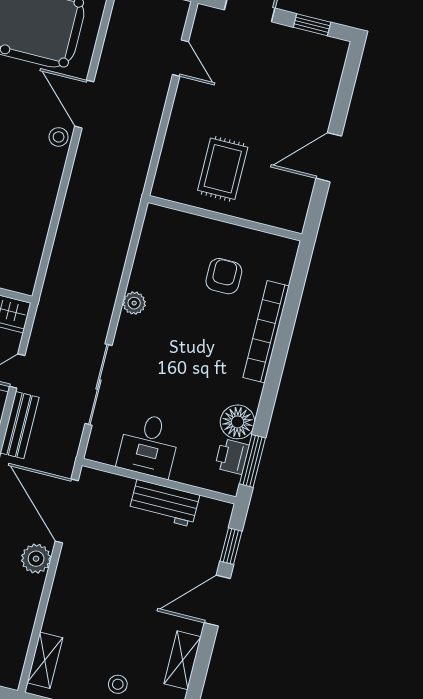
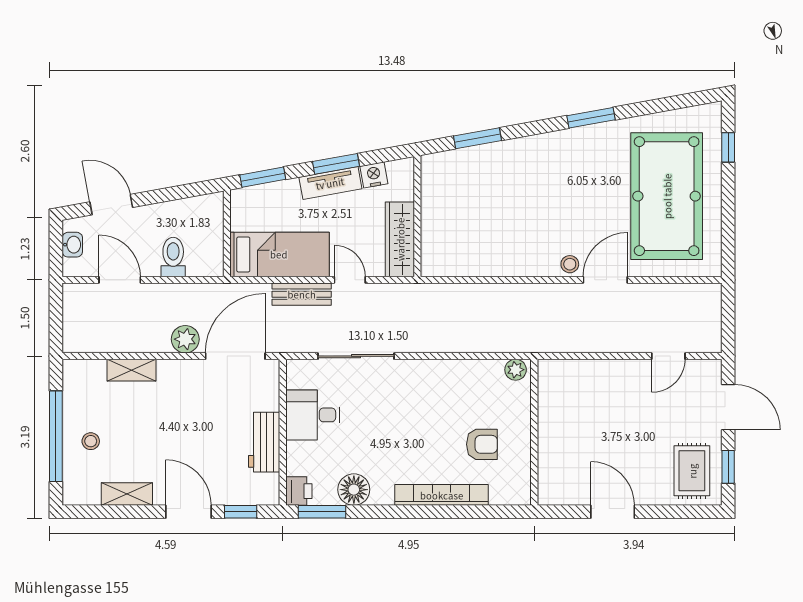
rug: (223, 169) -> (692, 471), moved, turned 90
plant: (134, 303) -> (516, 370), moved
printer: (232, 456) -> (299, 491), moved, turned 90
shelving: (45, 660) -> (132, 370), moved

